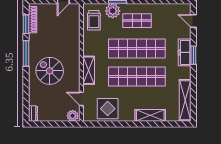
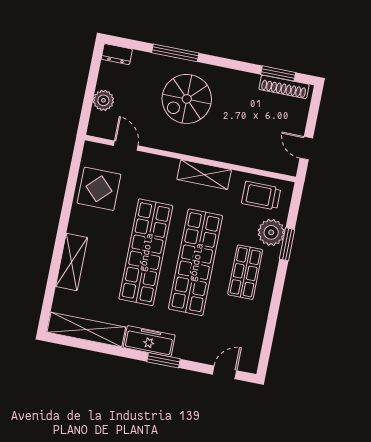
freezer: (185, 52) -> (149, 341), moved
window: (26, 53) -> (175, 53), moved
shelving: (89, 70) -> (204, 175), moved
spiral stairs: (50, 71) -> (187, 99), turned 180
door: (81, 99) -> (126, 146), hinge flipped
plant: (73, 116) -> (103, 100), moved

